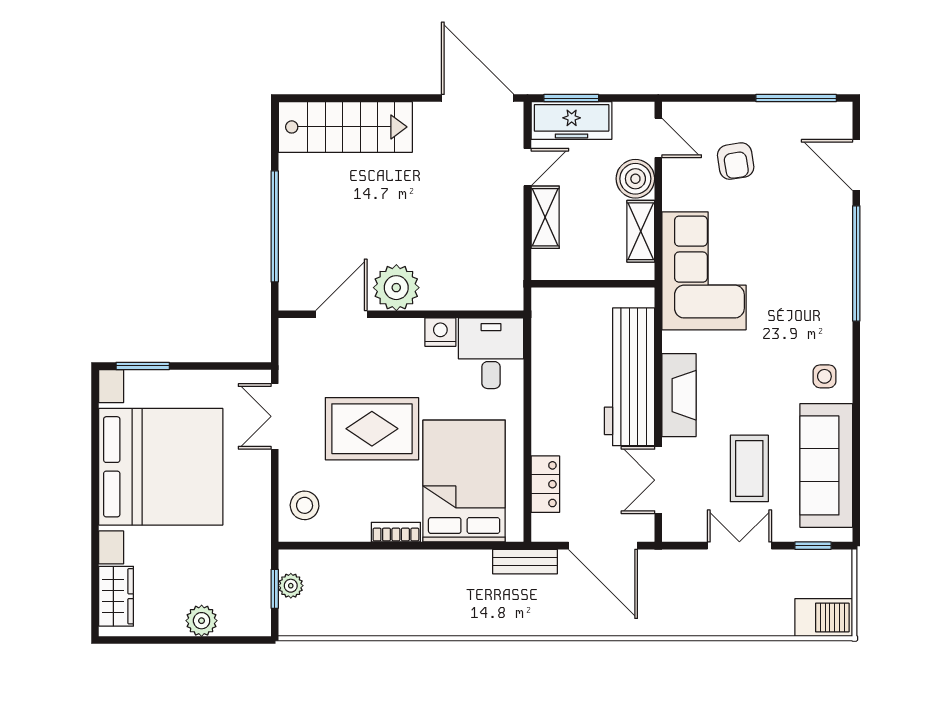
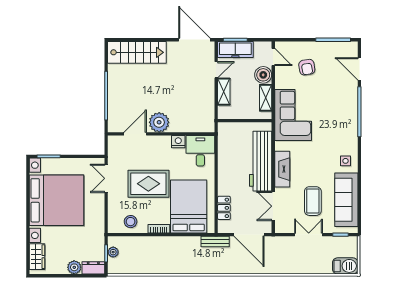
stool: (305, 505) -> (131, 222), moved
dresser: (245, 622) -> (93, 268), added

